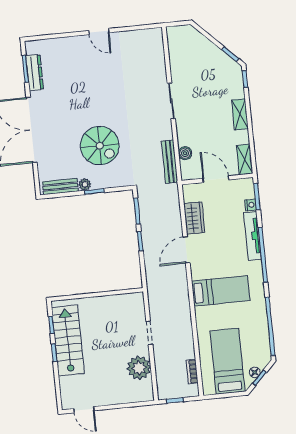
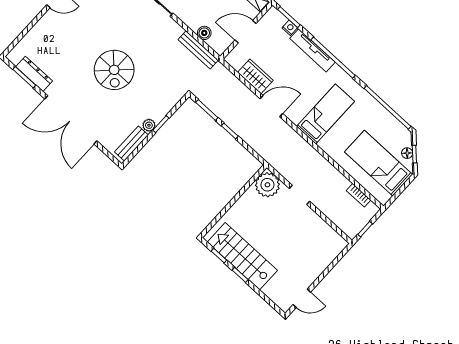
spiral stairs: (100, 146) -> (114, 70), moved, turned 90
door: (186, 250) -> (271, 106), swing flipped
plant: (139, 368) -> (267, 185), moved

